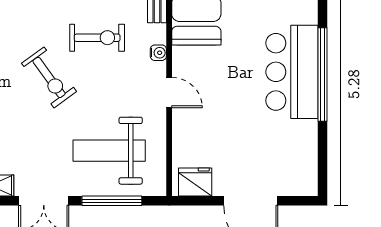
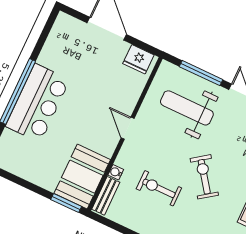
water cooler: (158, 53) -> (116, 172), moved
weight bench: (109, 151) -> (187, 108), turned 180

